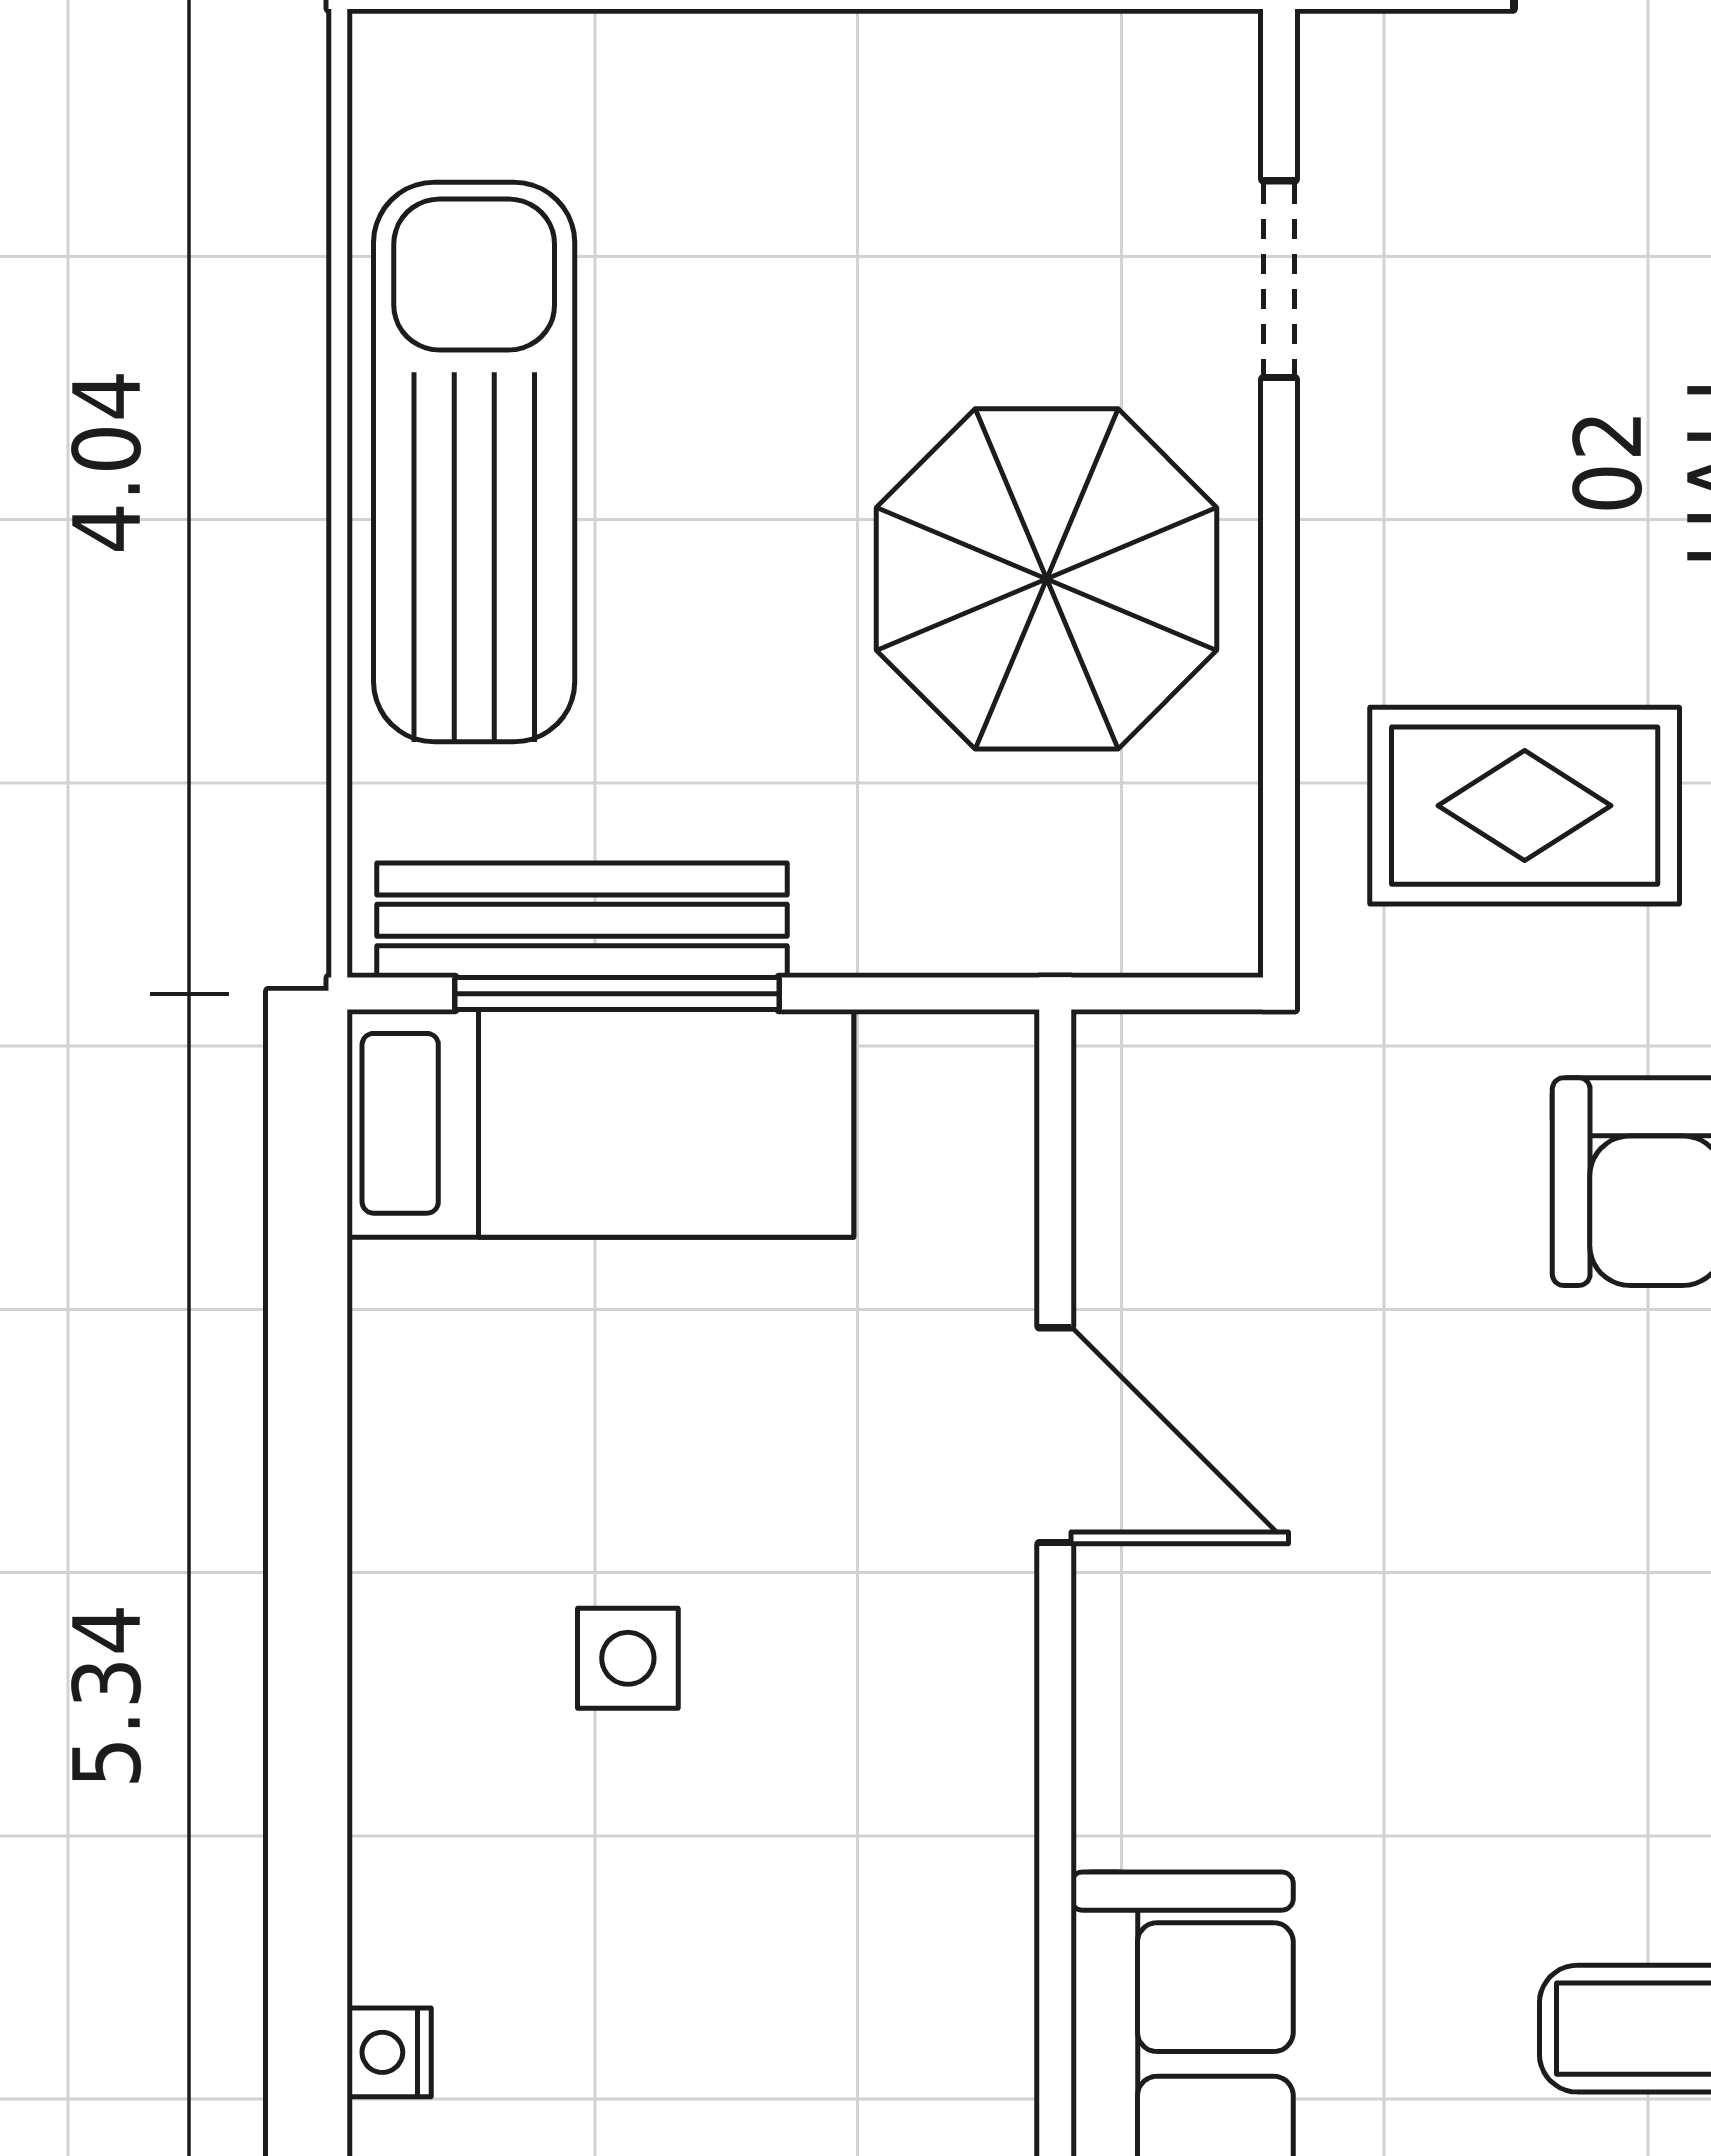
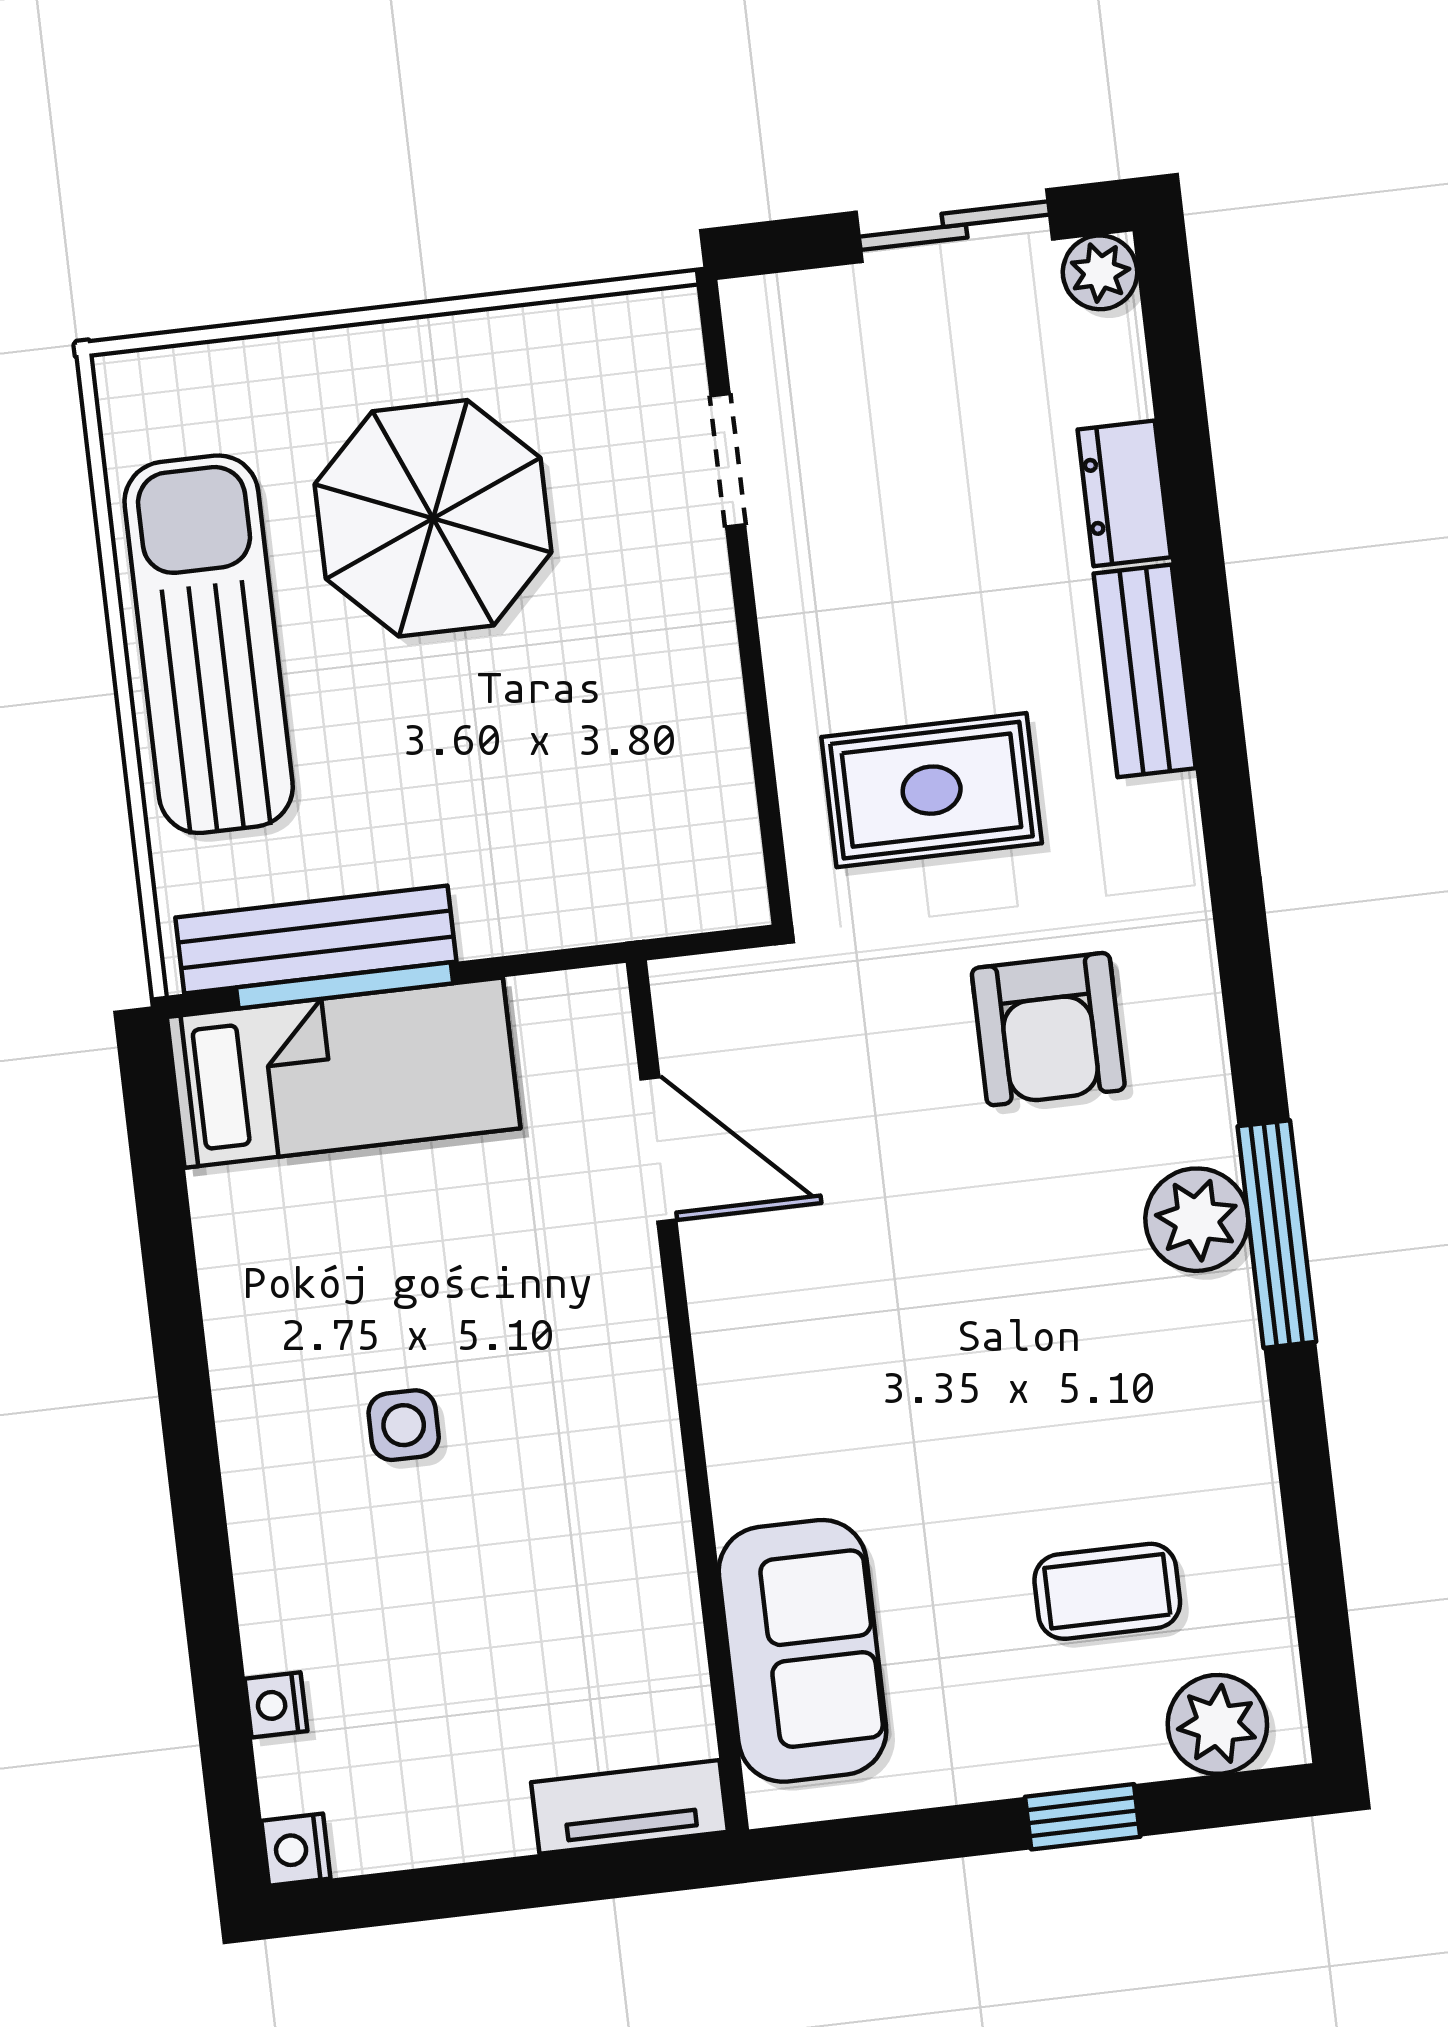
parasol: (1047, 579) -> (433, 518), moved
door: (1055, 1435) -> (658, 1149), moved

